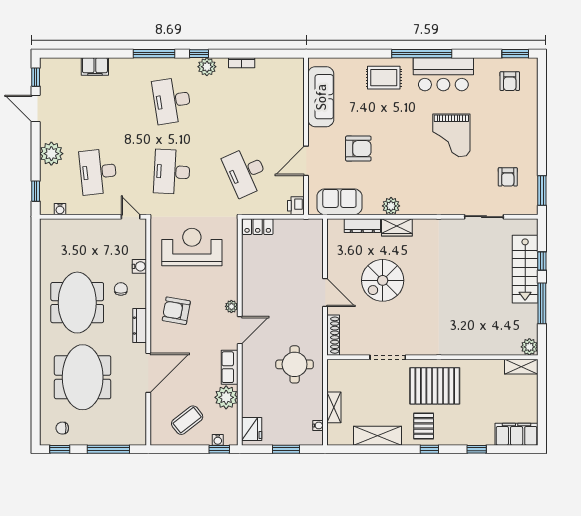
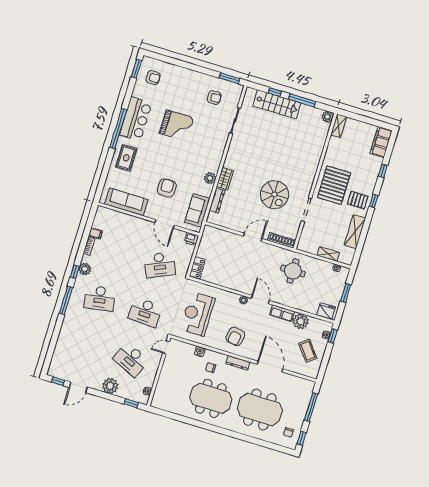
filing cabinet: (95, 66) -> (95, 233), moved, width x0.50
desk: (98, 172) -> (131, 359), turned 30
spiral stairs: (383, 280) -> (274, 195), moved

